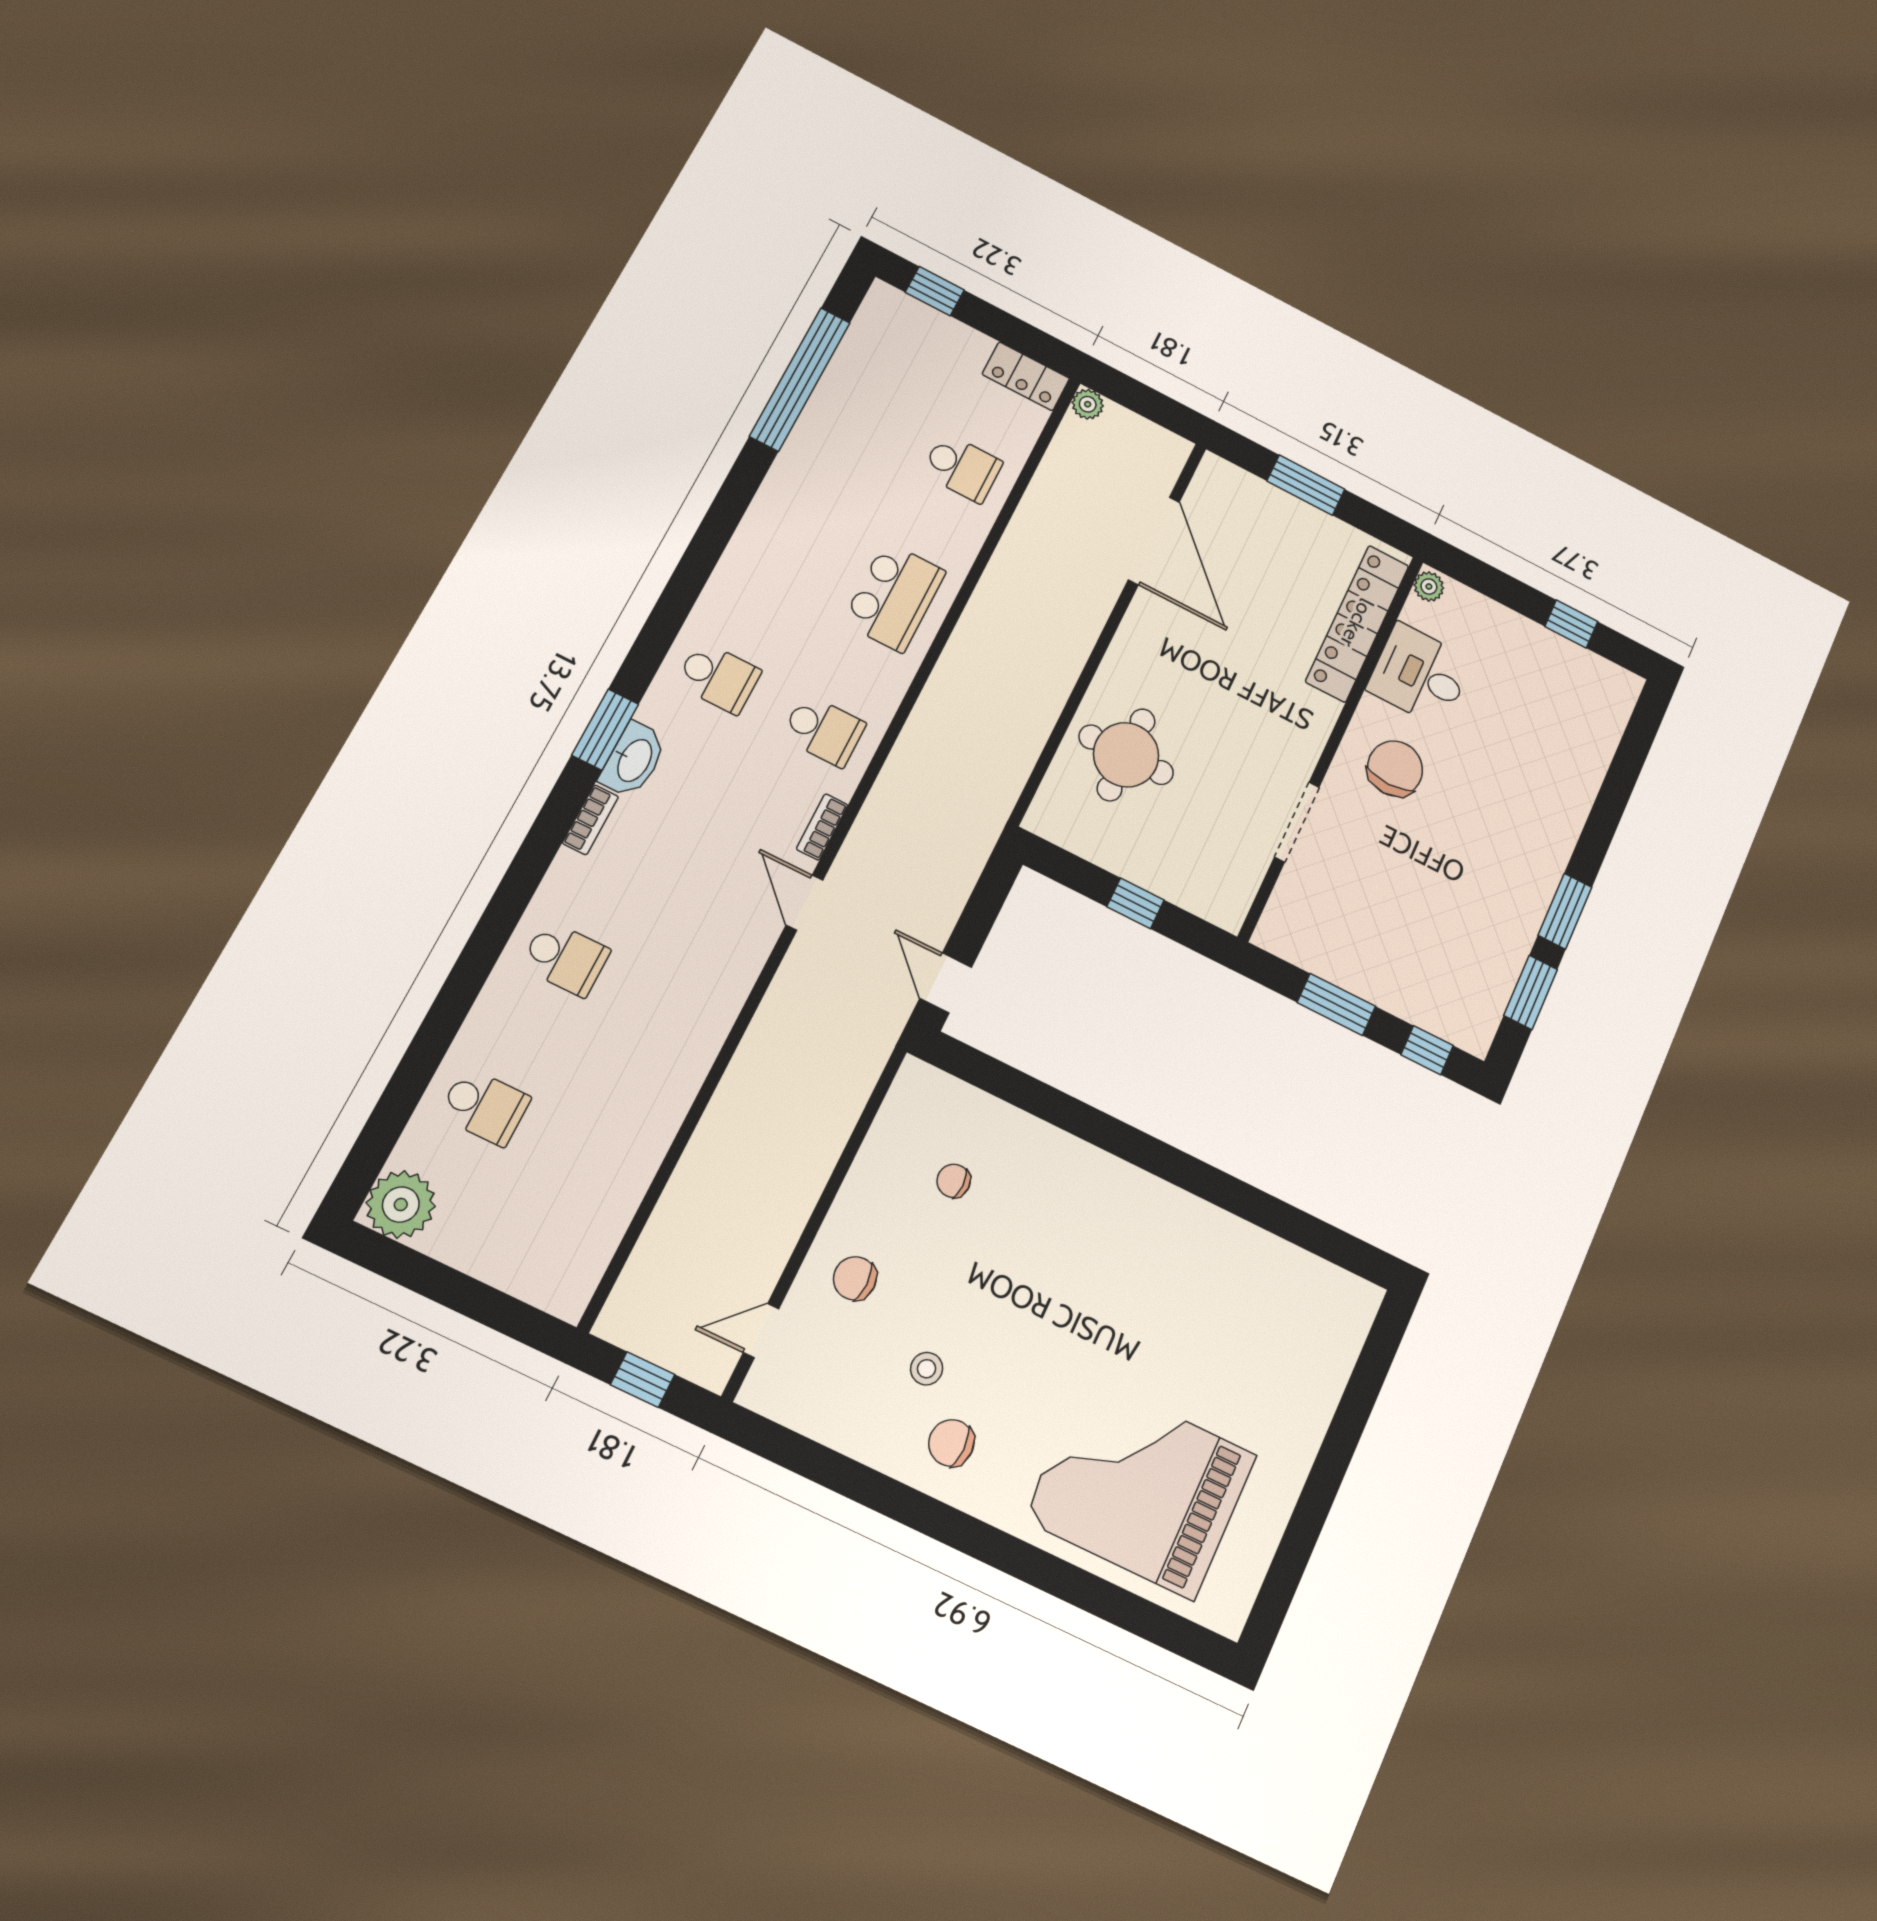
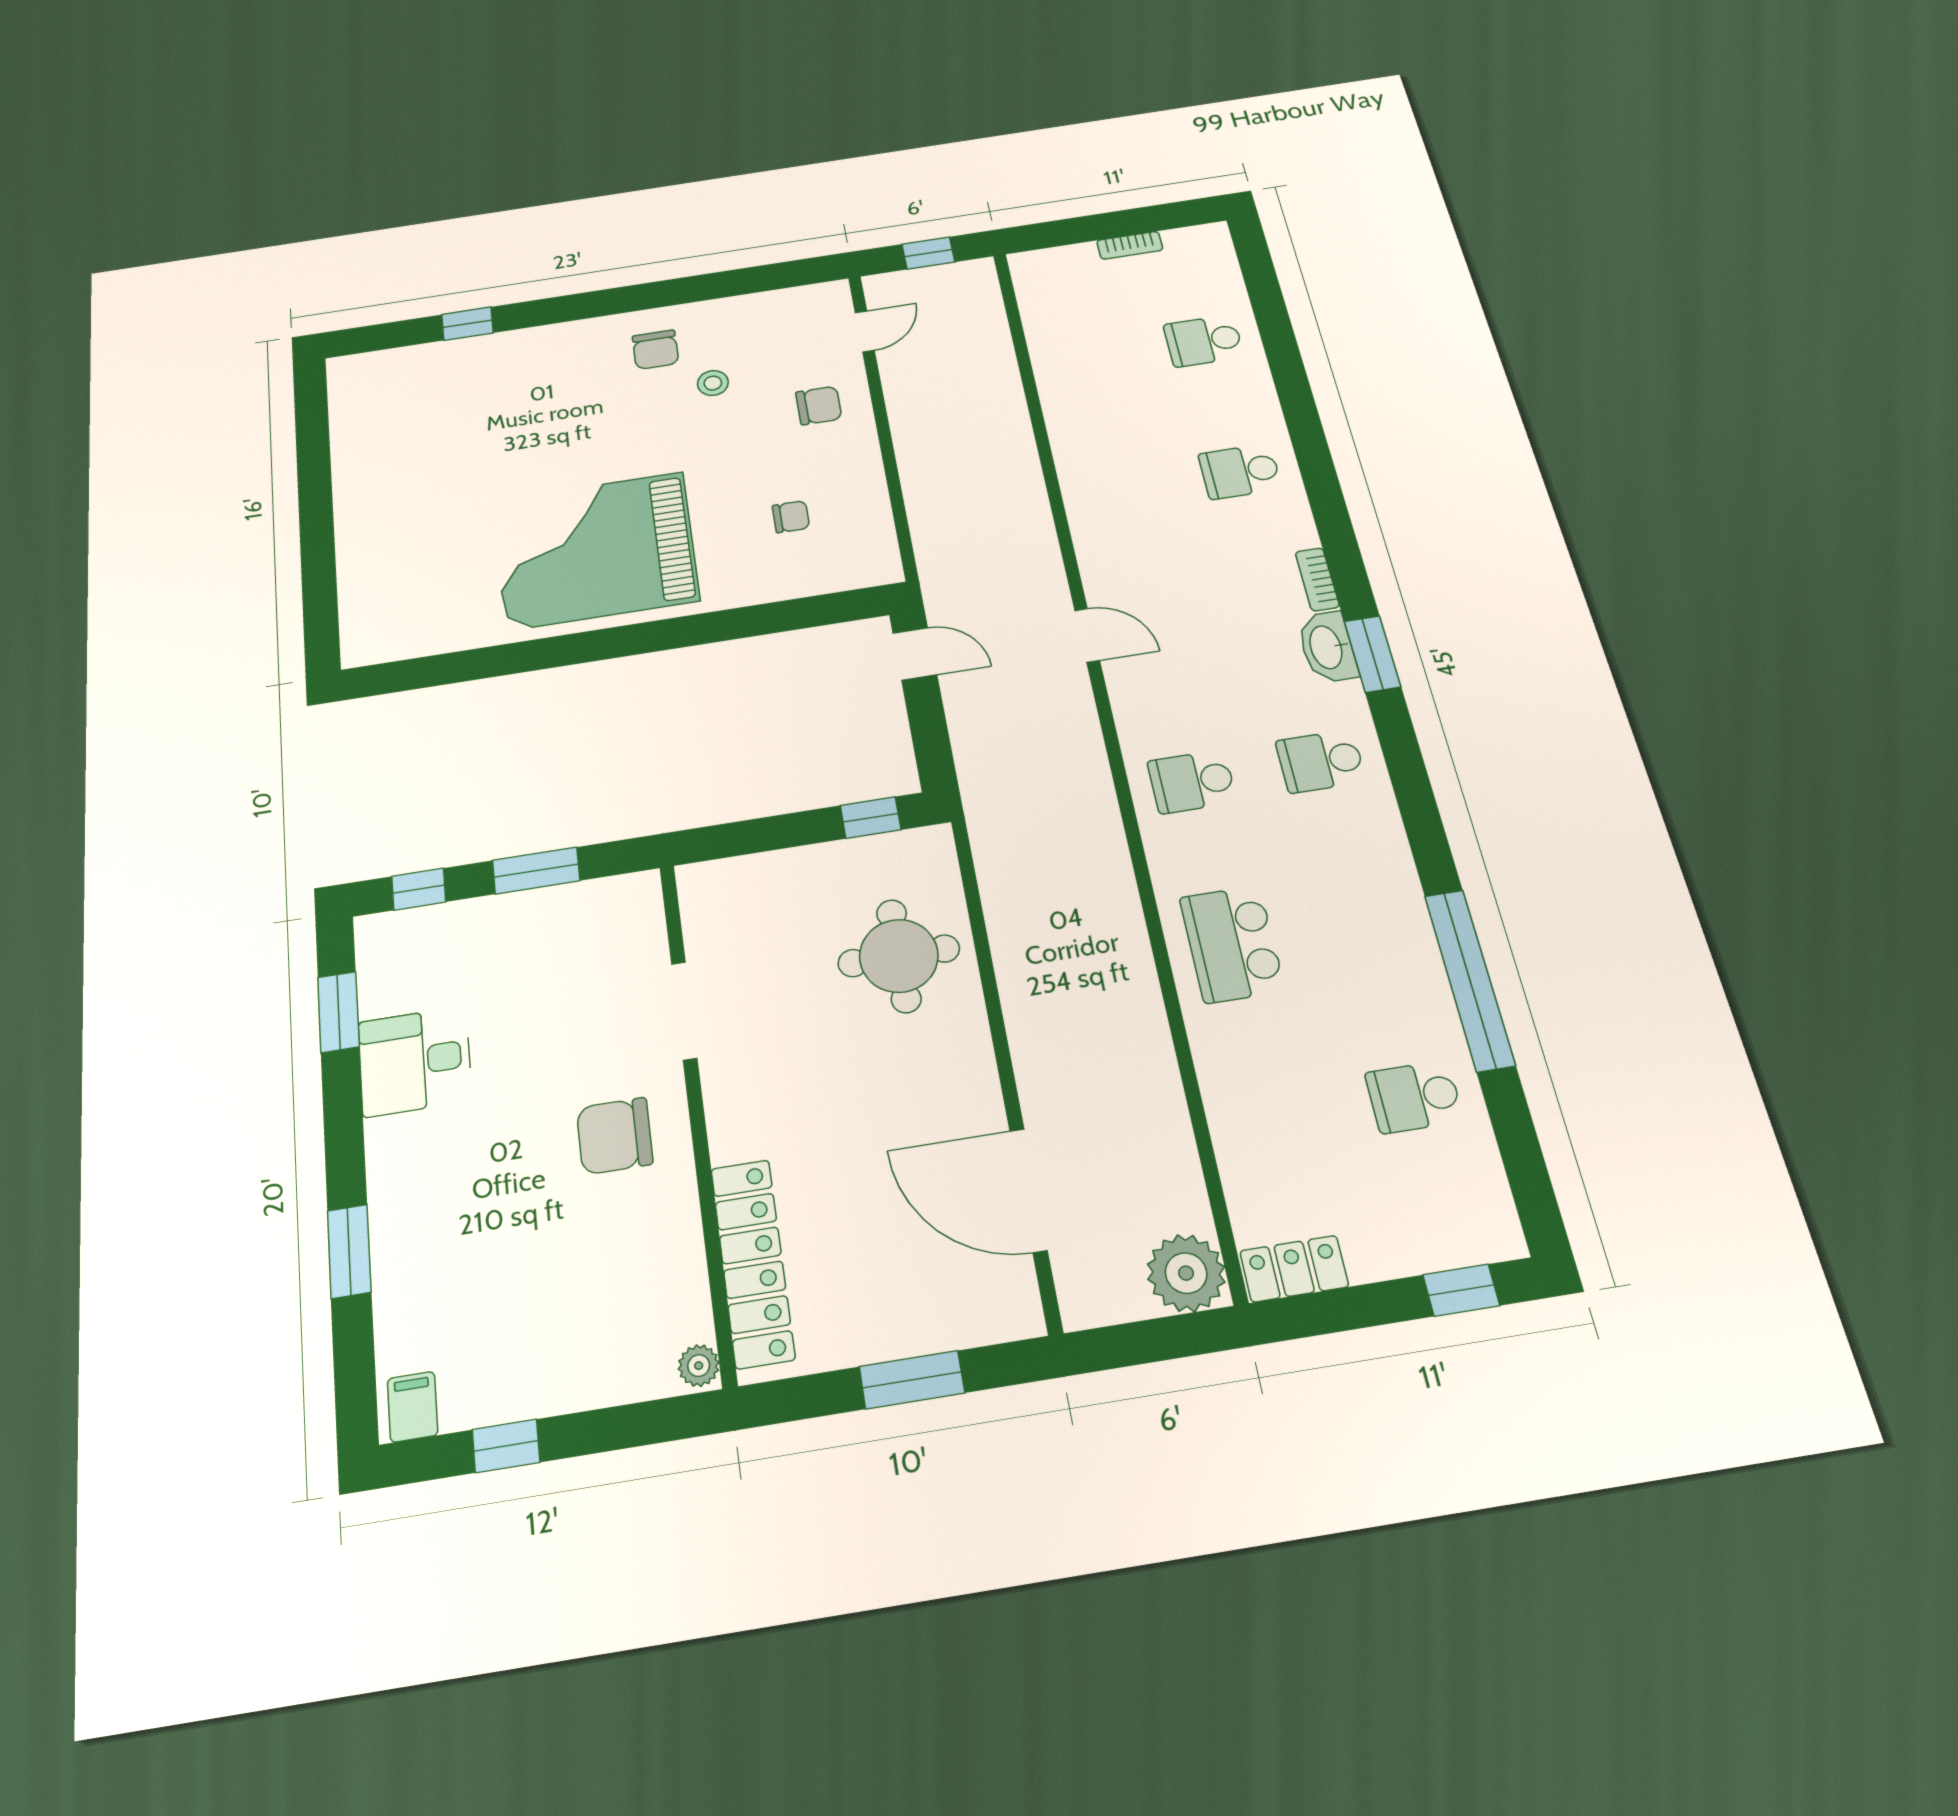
window: (800, 379) -> (1470, 980), moved
plant: (1088, 404) -> (1186, 1273), width x1.87, depth x1.87
school desk: (962, 468) -> (1414, 1097), moved
desk: (1420, 675) -> (415, 1061), moved, turned 180
filing cabinet: (1615, 688) -> (413, 1407), added
chair: (1395, 768) -> (615, 1136), turned 90
bookcase: (822, 827) -> (1130, 245), moved, turned 90
window: (1135, 903) -> (871, 818), moved
window: (1565, 911) -> (349, 1251), moved
plant: (401, 1205) -> (1203, 249), removed
chair: (951, 1443) -> (656, 350), turned 90
grand piano: (1140, 1487) -> (595, 550), moved, turned 180
window: (1094, 1595) -> (467, 324), added

